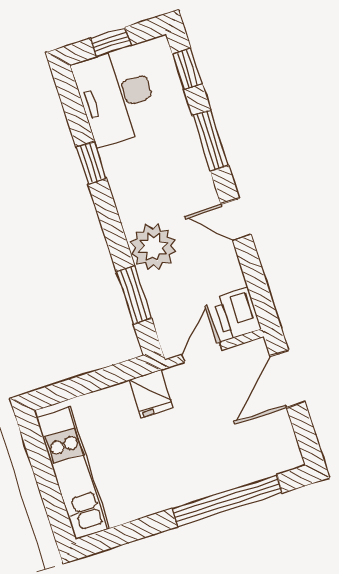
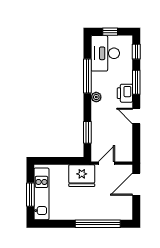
window: (91, 163) -> (87, 76), width x2.17
plant: (153, 247) -> (96, 97), moved, width x0.53, depth x0.53
printer: (237, 314) -> (125, 93), moved
fridge: (151, 394) -> (82, 176), width x1.88, depth x1.34
window: (48, 484) -> (30, 195), added

